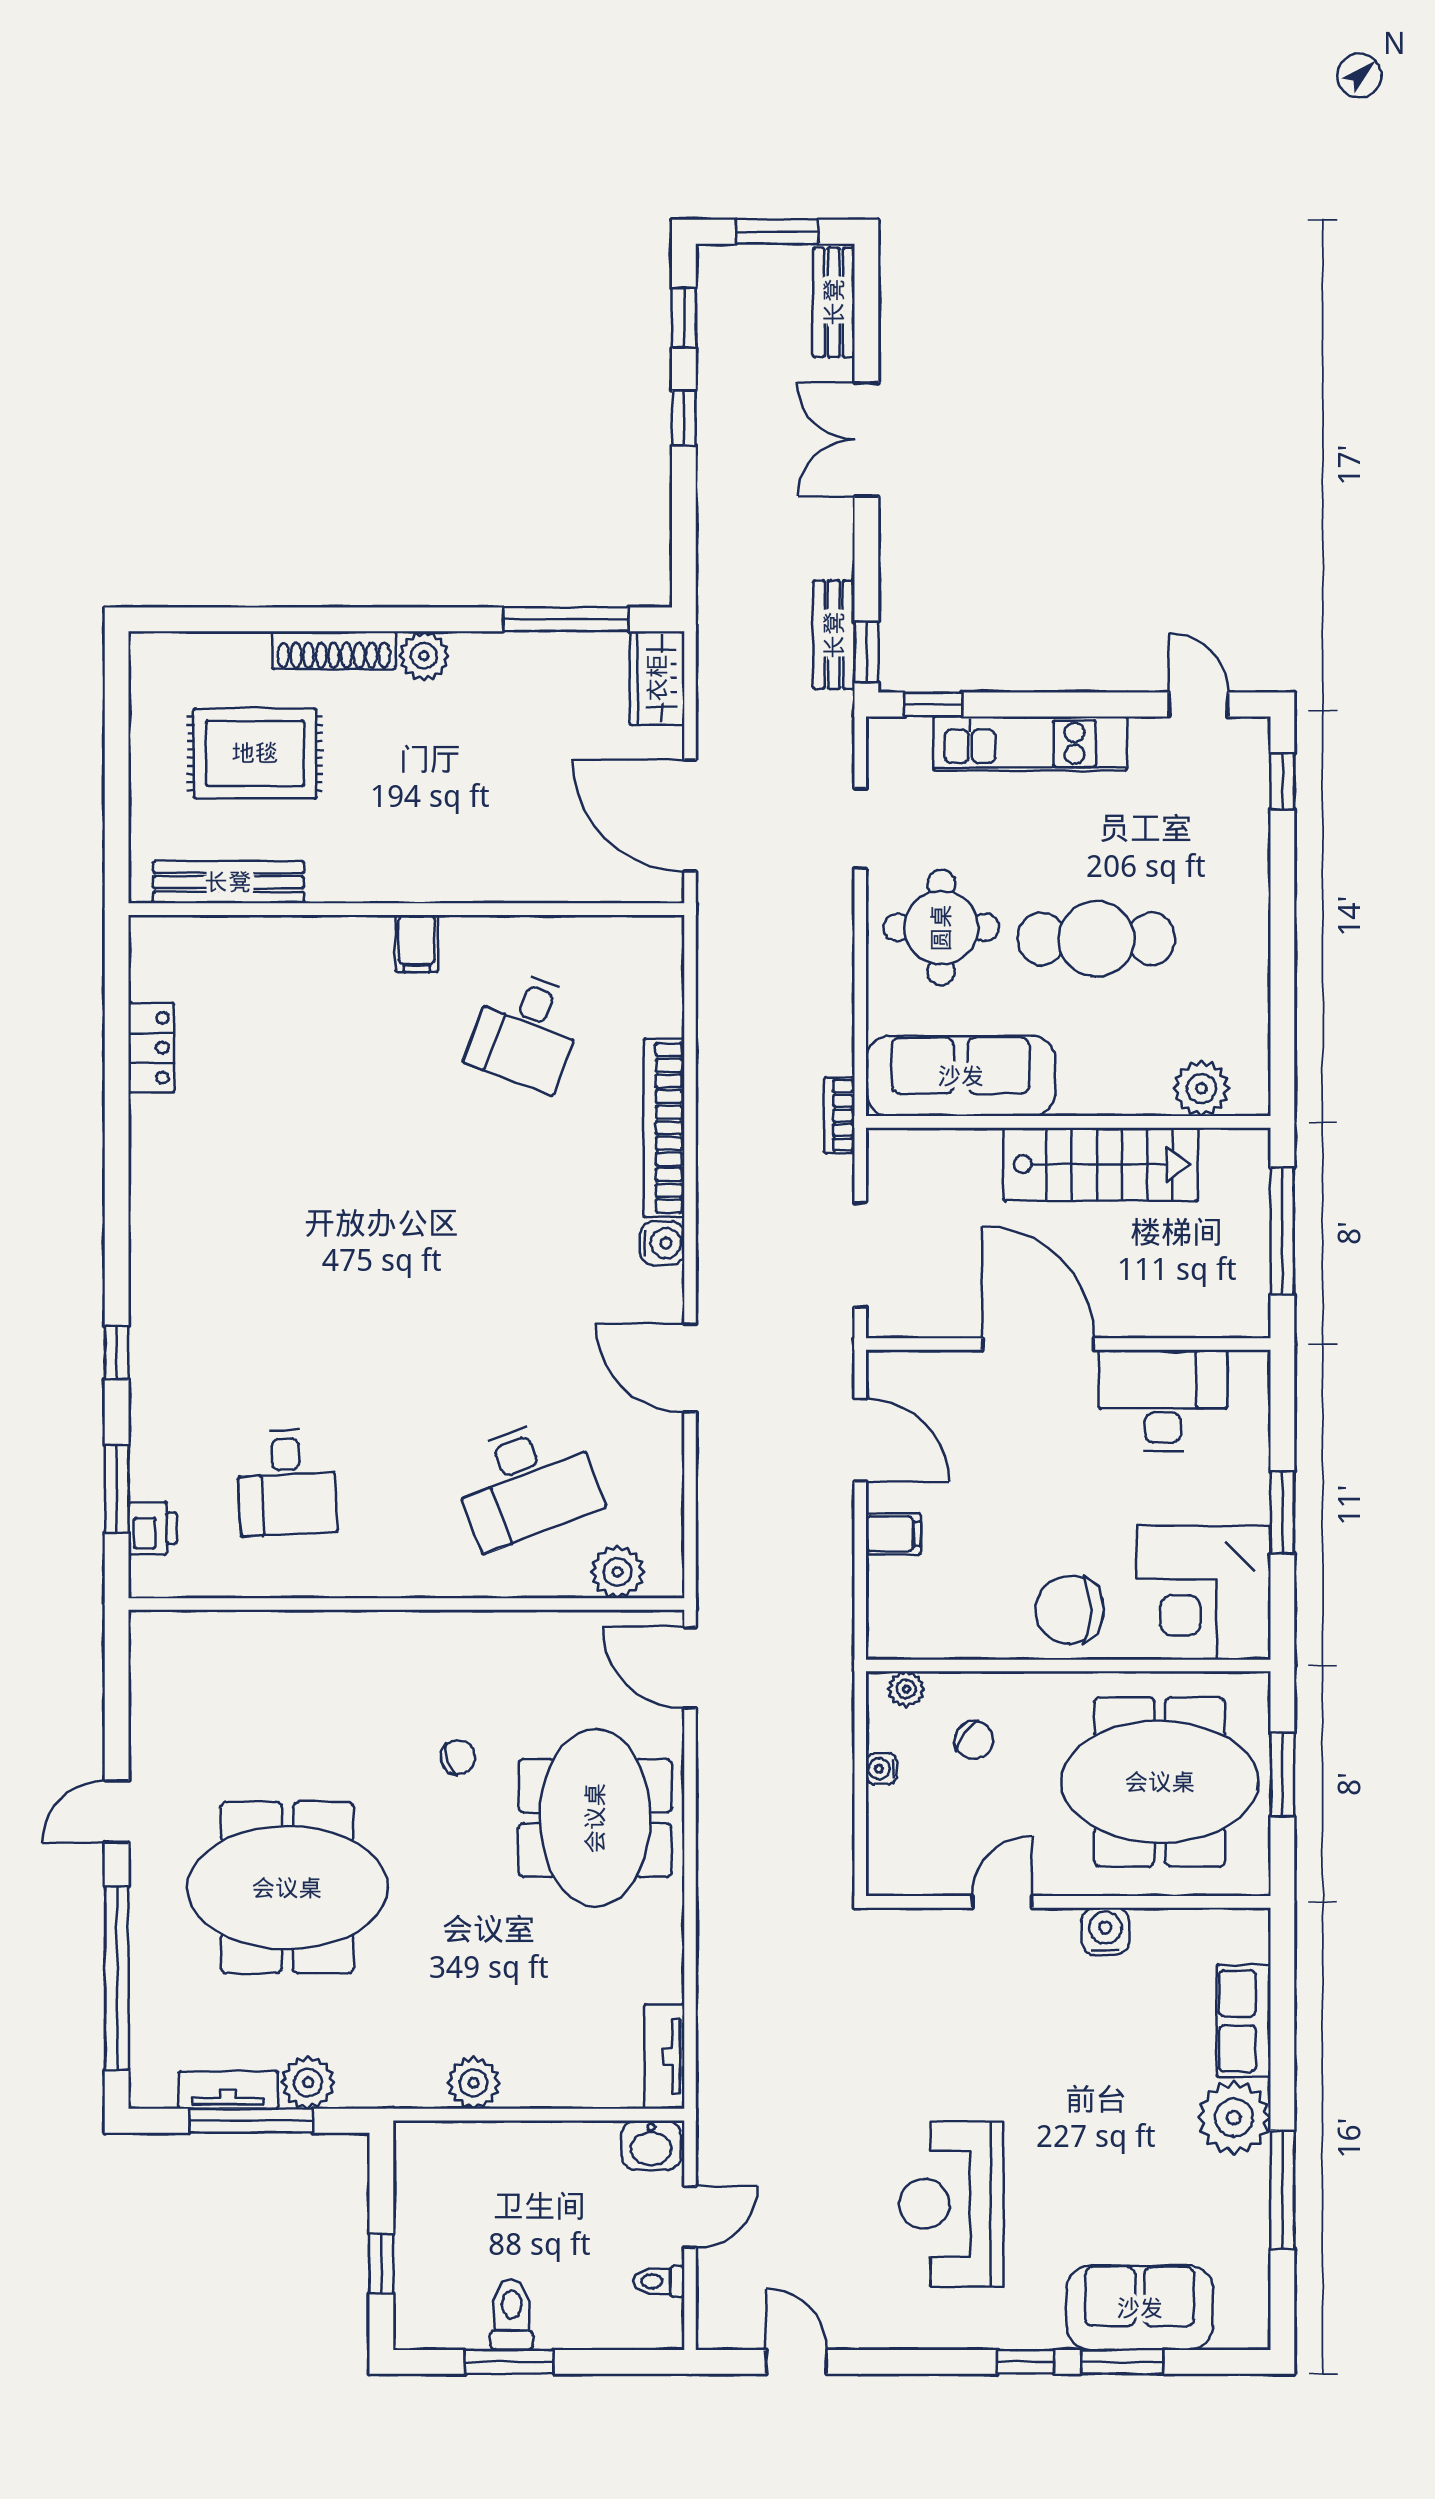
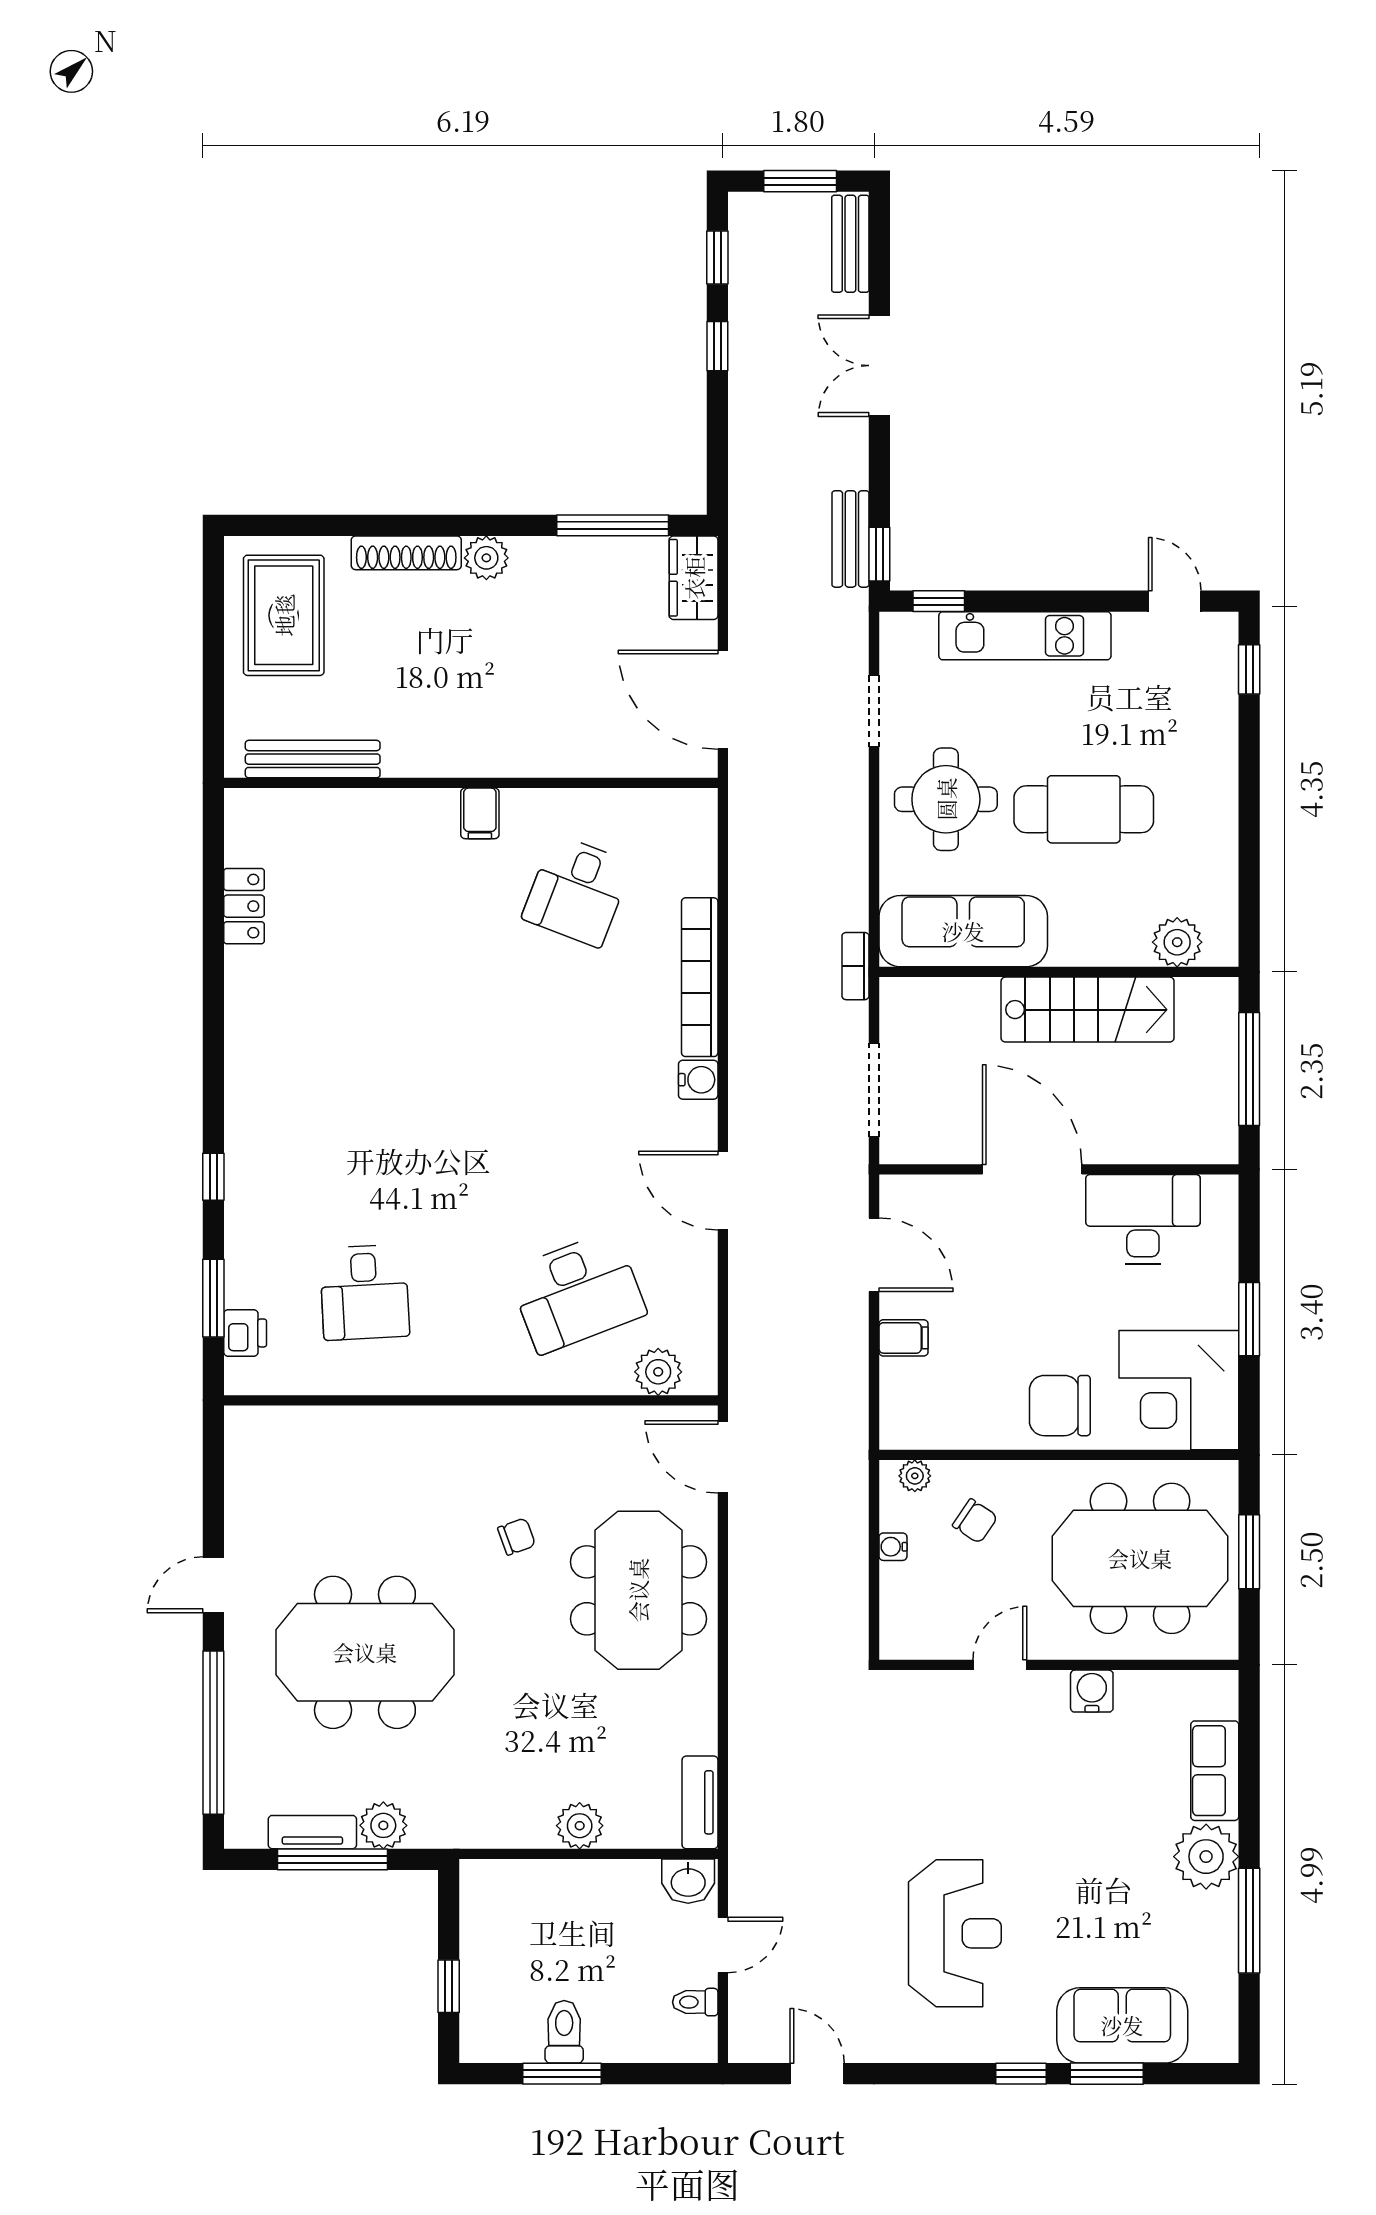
rug: (255, 753) -> (284, 615), moved, turned 90
plant: (474, 2083) -> (580, 1826), moved
reception desk: (951, 2204) -> (955, 1933), turned 180

